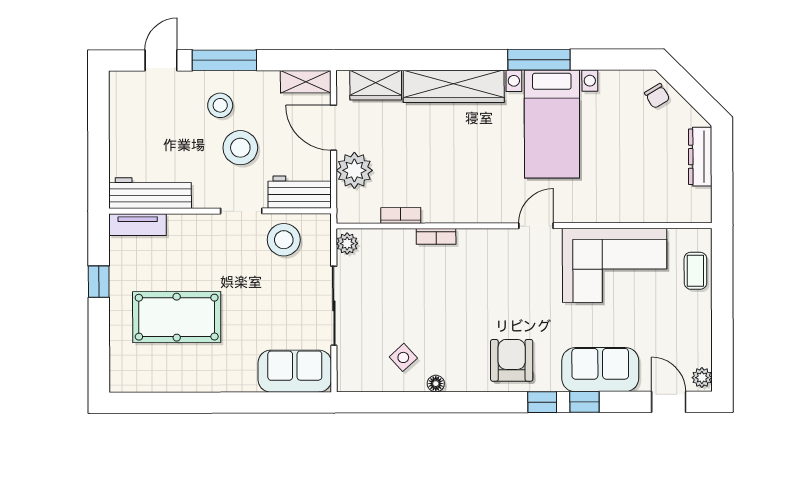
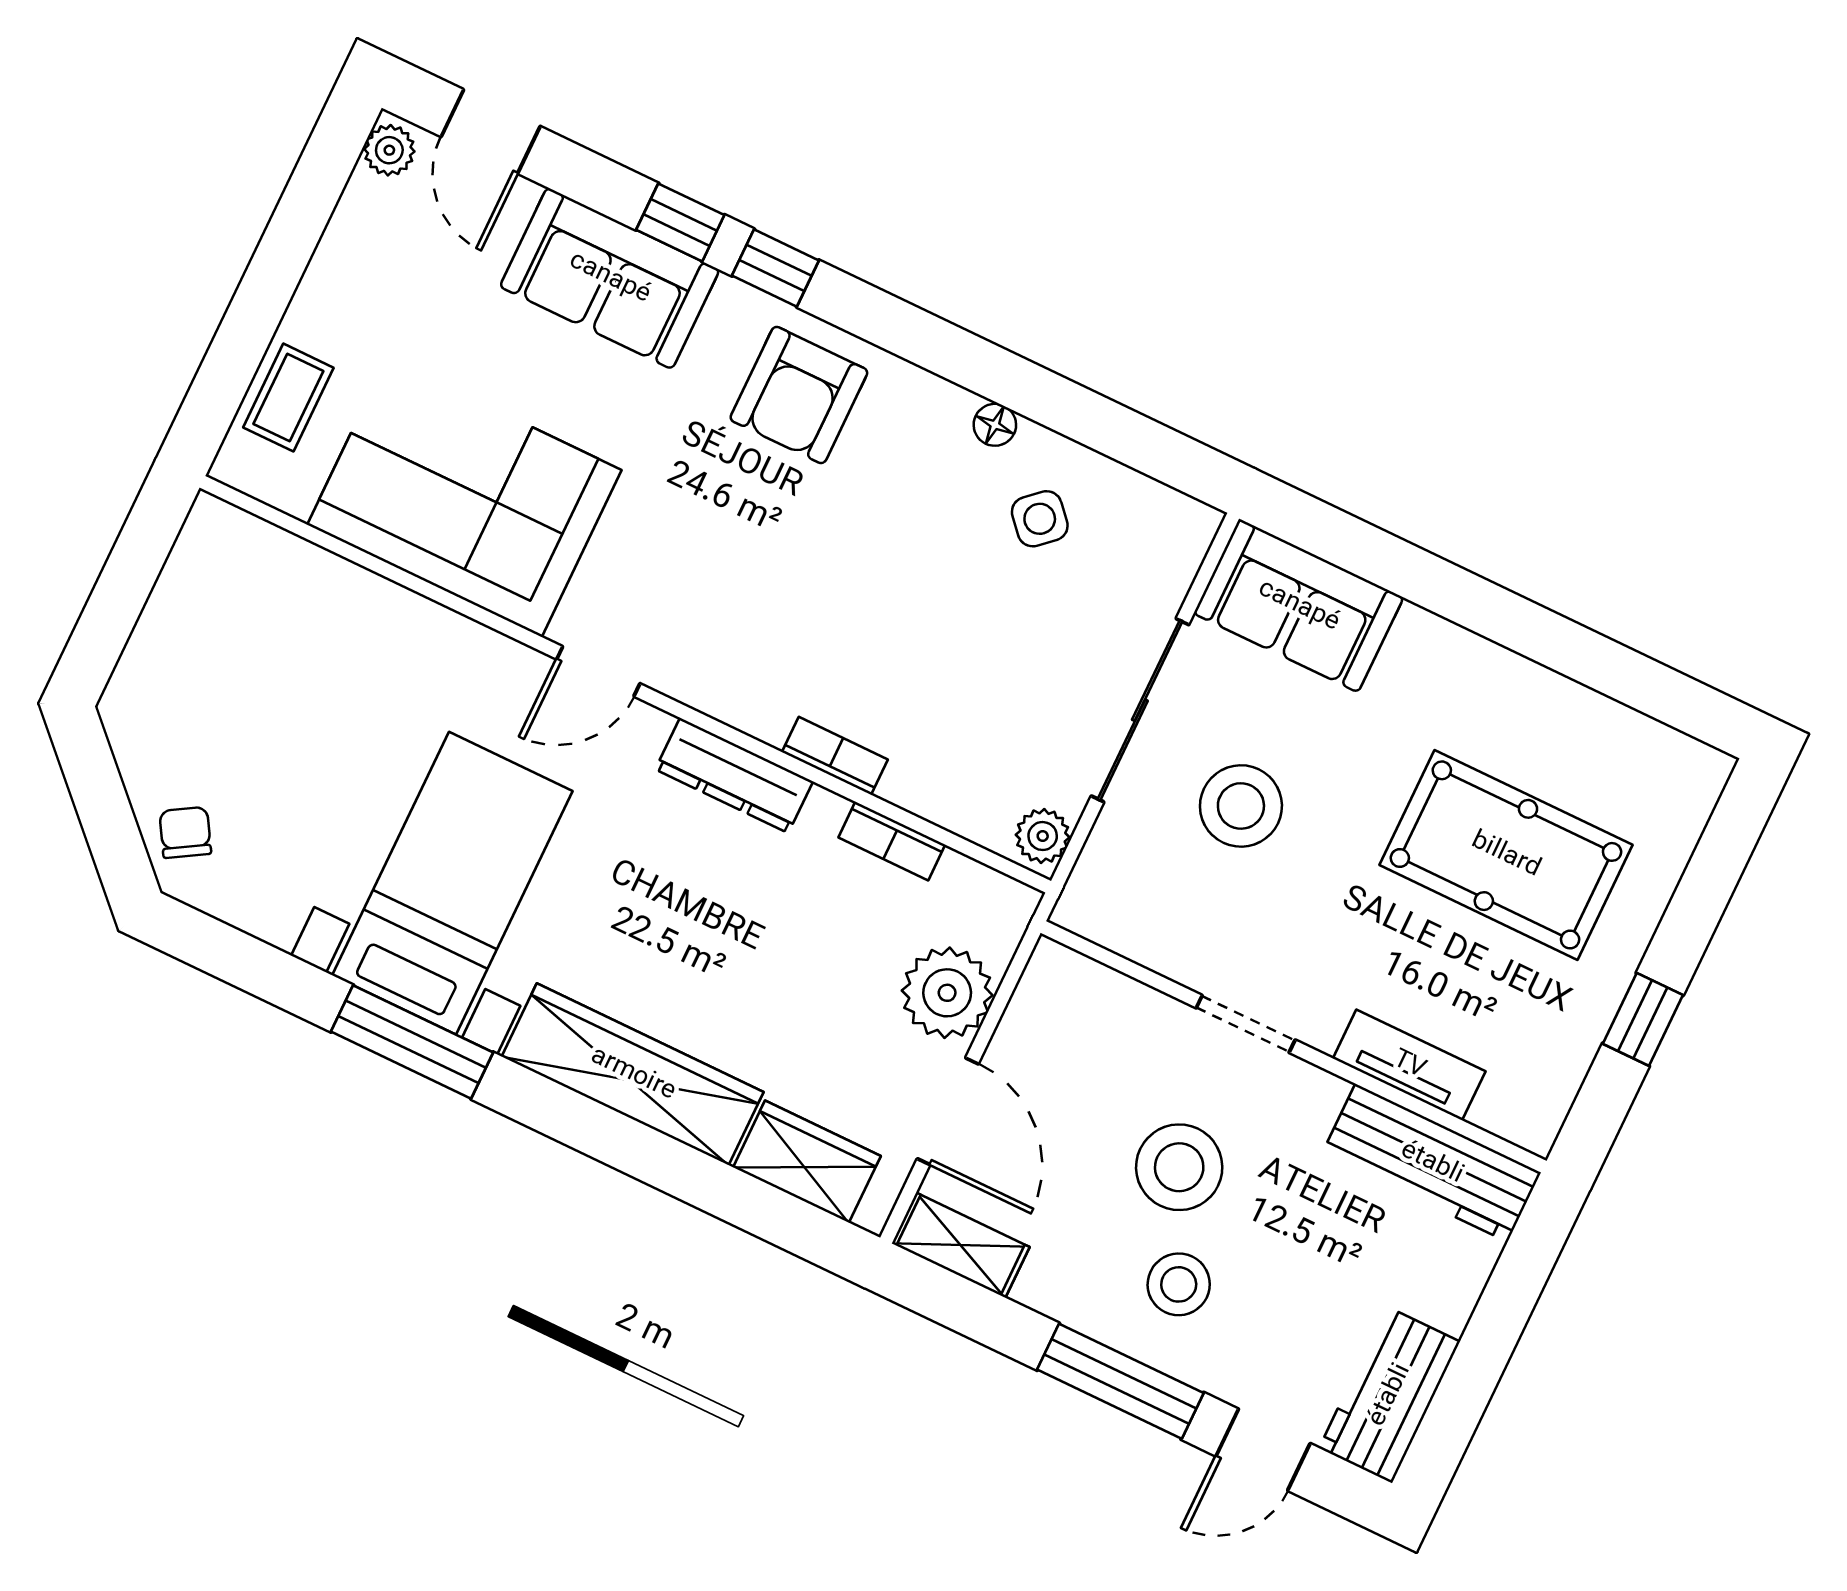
dresser: (700, 157) -> (734, 775), moved, turned 90
workbench: (300, 192) -> (1390, 1395), moved, turned 90
tv unit: (138, 225) -> (1409, 1065), moved
stool: (284, 240) -> (1241, 806), moved

